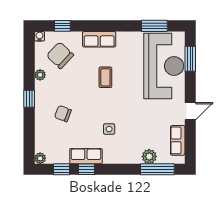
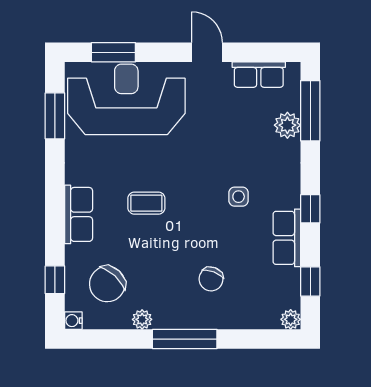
window: (29, 99) -> (185, 339), width x2.17
window: (86, 169) -> (310, 209), moved

